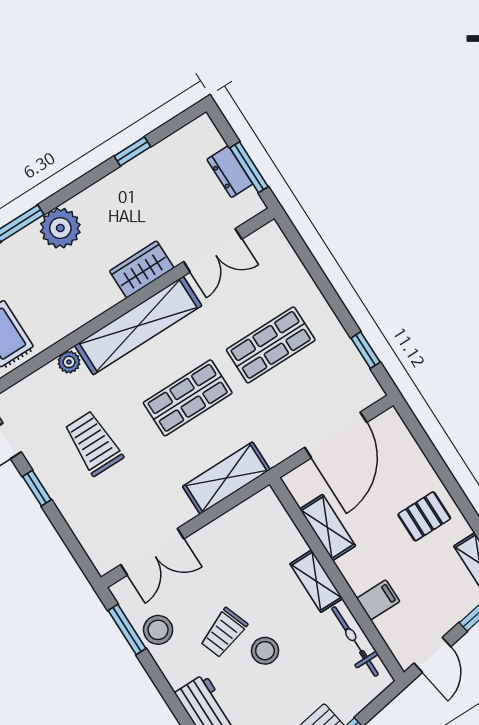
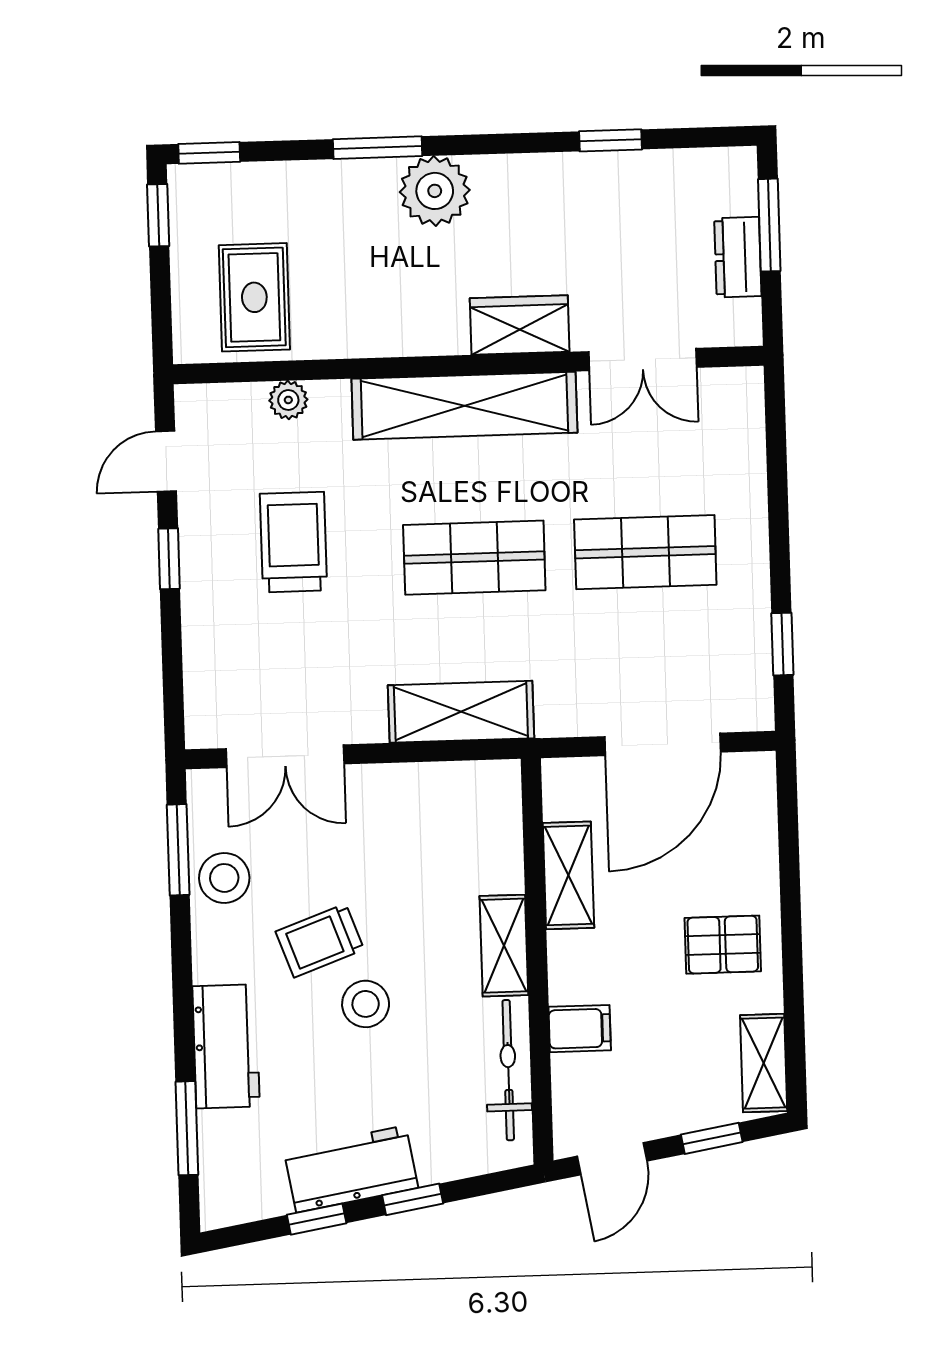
window: (249, 167) -> (769, 225), moved
plant: (69, 362) -> (288, 400), moved

